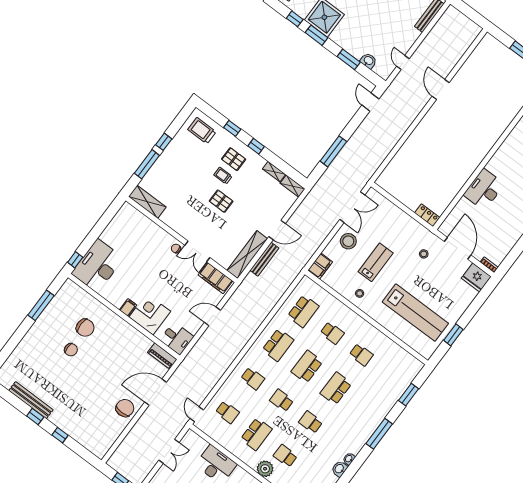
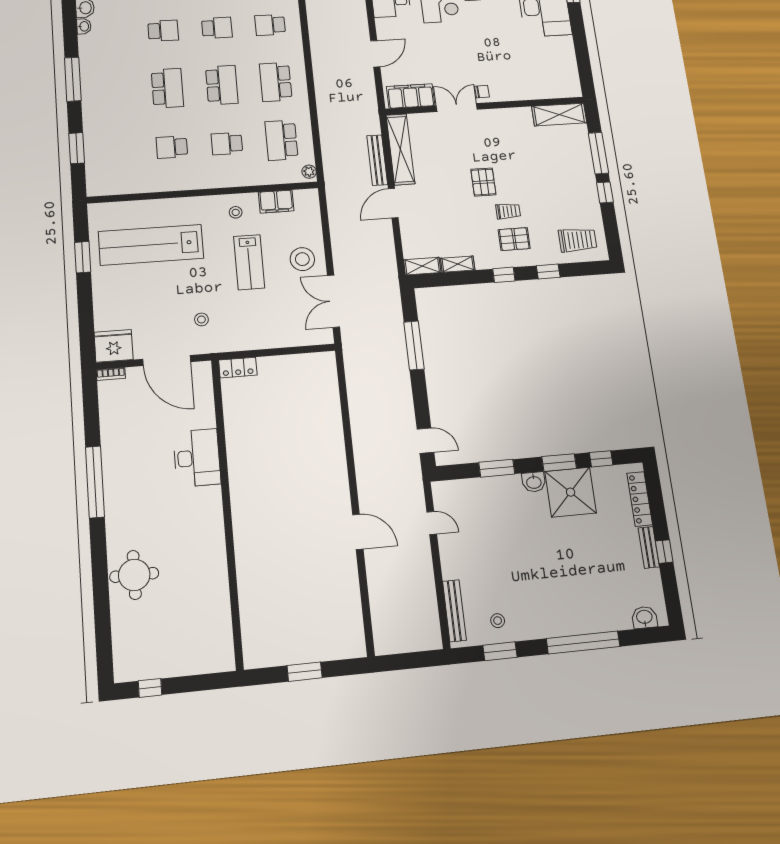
washbasin: (368, 61) -> (534, 482), moved
pallet: (221, 201) -> (483, 182), turned 90
filing cabinet: (320, 266) -> (276, 202), moved, turned -90
plant: (304, 283) -> (309, 172), added

